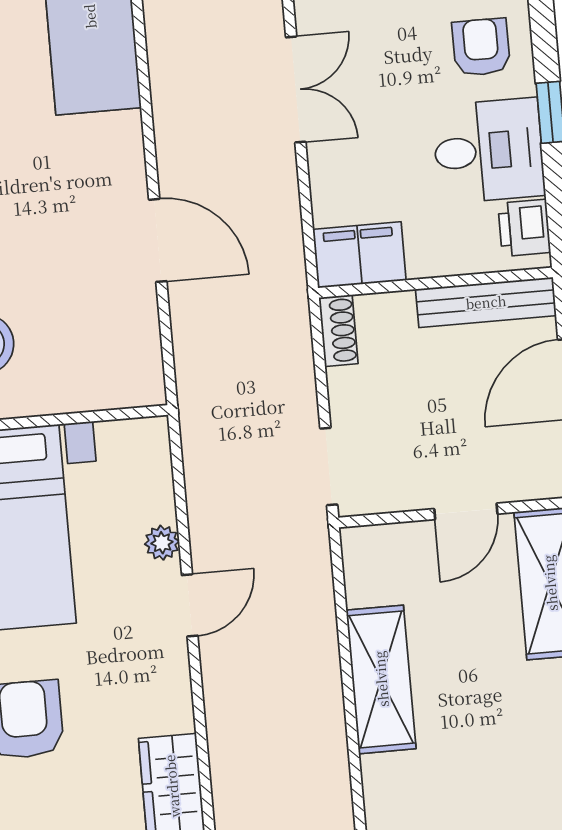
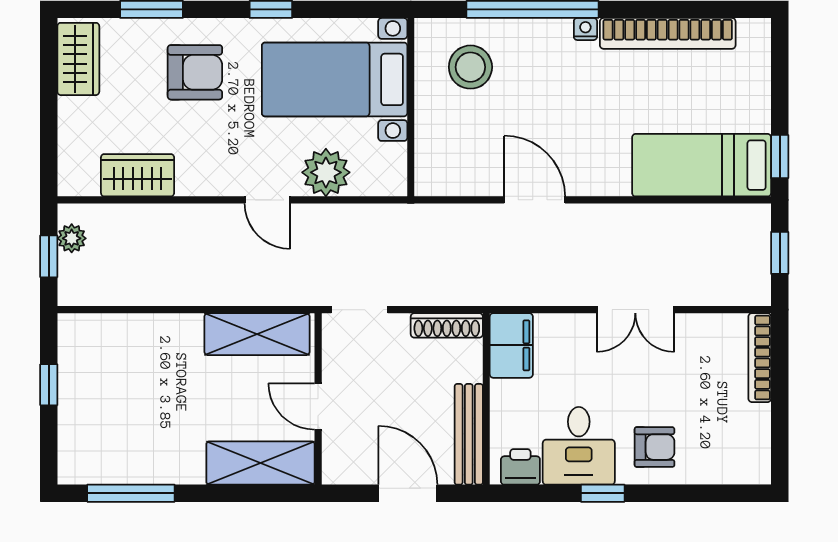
door: (158, 240) -> (535, 200), swing flipped
shoe rack: (338, 331) -> (447, 325), width x1.43
plant: (162, 543) -> (326, 172), width x1.87, depth x1.87
shelving: (381, 679) -> (257, 334), moved

